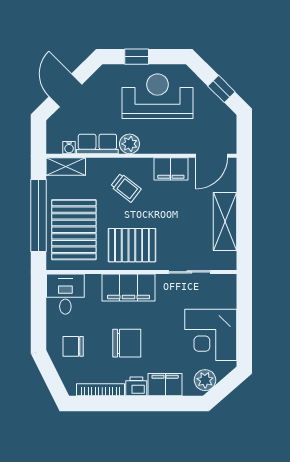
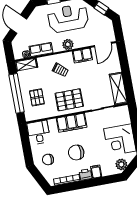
plant: (130, 144) -> (68, 44), moved
shelving: (225, 222) -> (118, 89), moved
pallet: (74, 230) -> (37, 97), width x0.49, depth x0.50
chair: (127, 343) -> (76, 152), turned 180
filing cabinet: (165, 385) -> (96, 172), width x0.50

